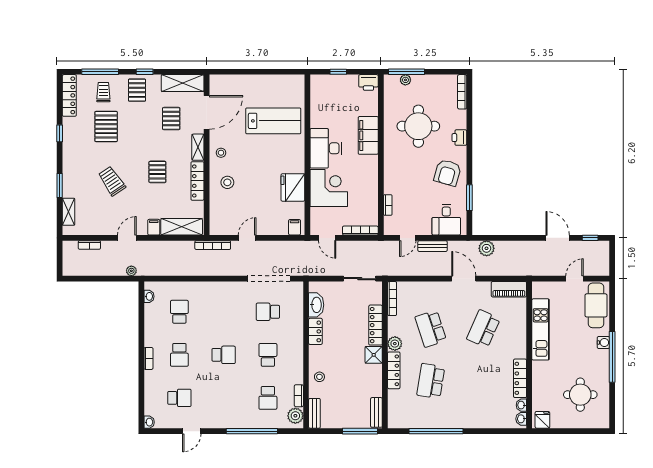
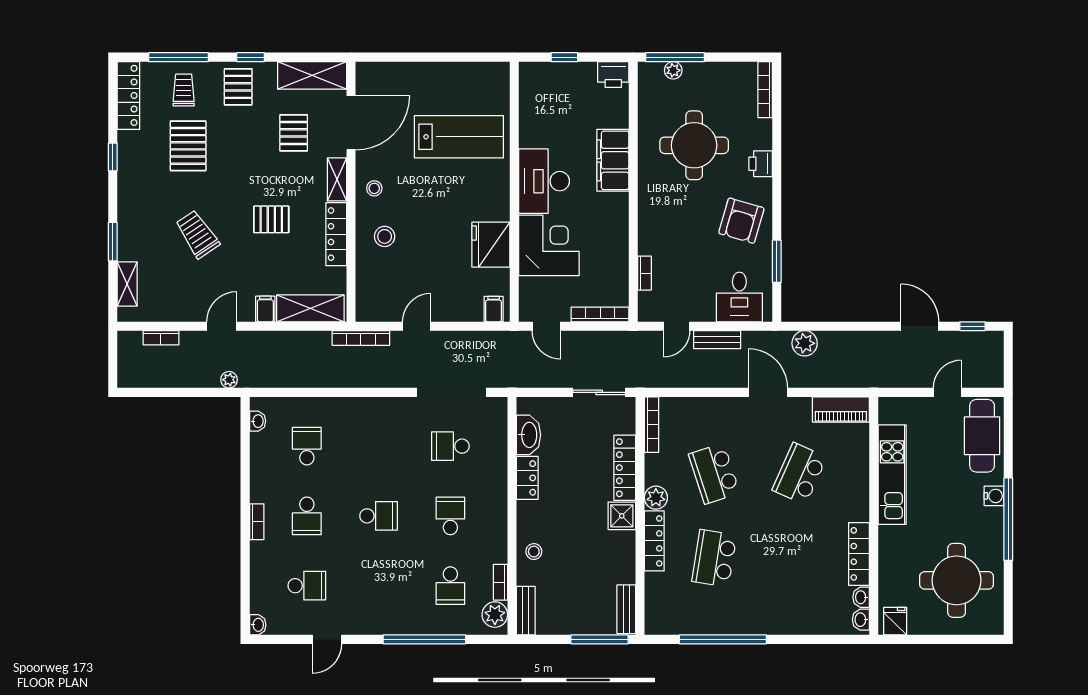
pallet: (157, 172) -> (271, 219), turned 90
round table: (580, 395) -> (957, 580), width x1.36, depth x1.36

